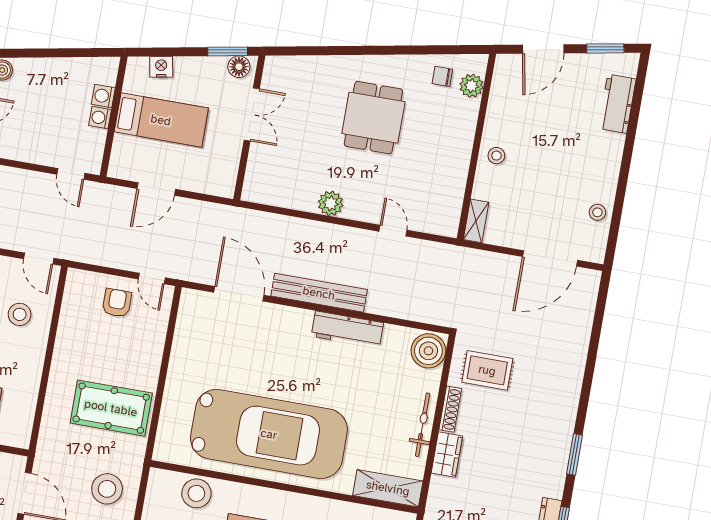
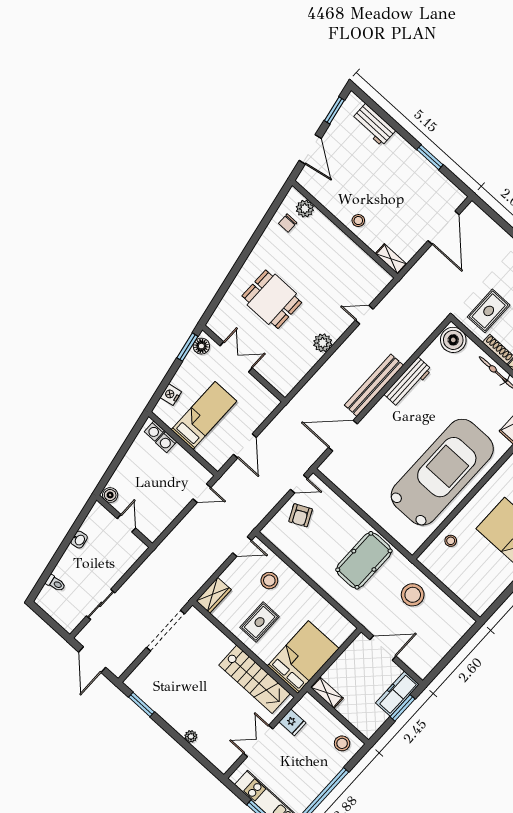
washing machine: (100, 118) -> (154, 431), moved
dining table: (373, 118) -> (272, 299), moved
window: (621, 192) -> (430, 157), added
stool: (597, 212) -> (434, 180), removed
armchair: (117, 303) -> (301, 515), turned -116
stool: (196, 493) -> (451, 541), width x0.53, depth x0.53

